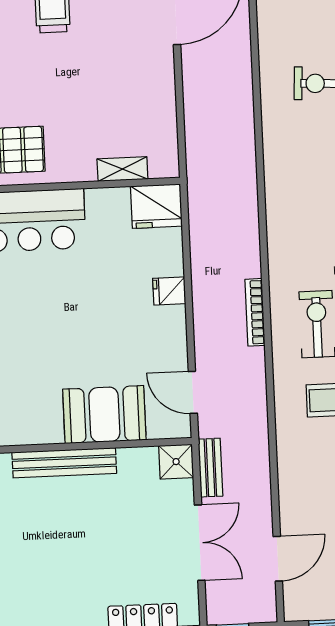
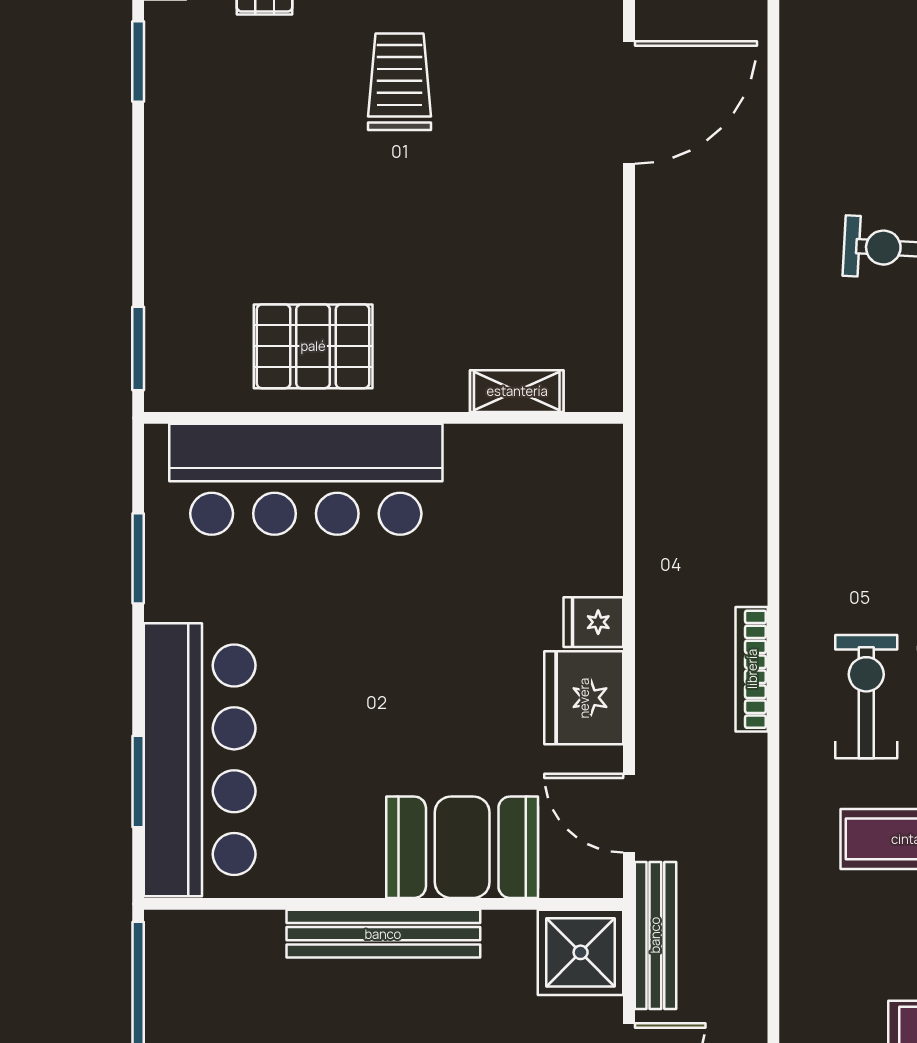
fridge: (156, 206) -> (584, 698), moved, turned 90
shower: (176, 462) -> (581, 952), width x1.36, depth x1.36
bench: (210, 468) -> (655, 935), width x1.36

